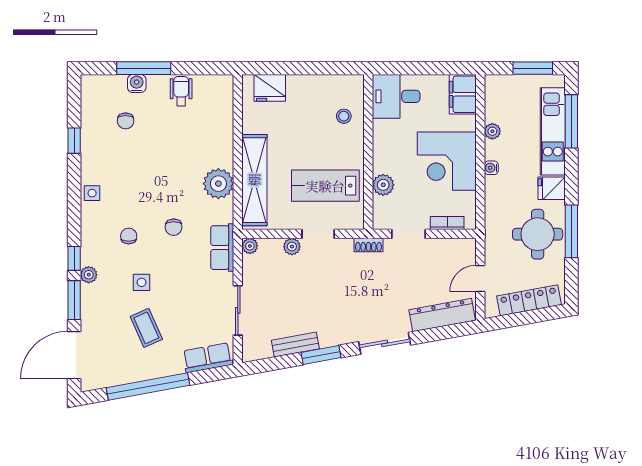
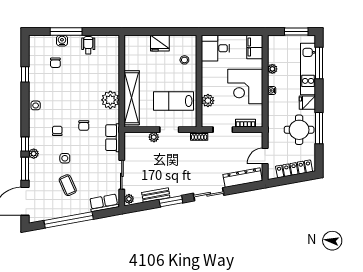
fridge: (270, 88) -> (160, 43), moved
plant: (250, 246) -> (129, 199), moved

